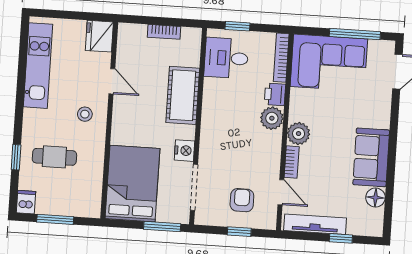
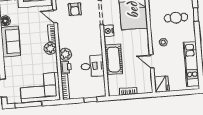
desk: (226, 58) -> (92, 66), moved

